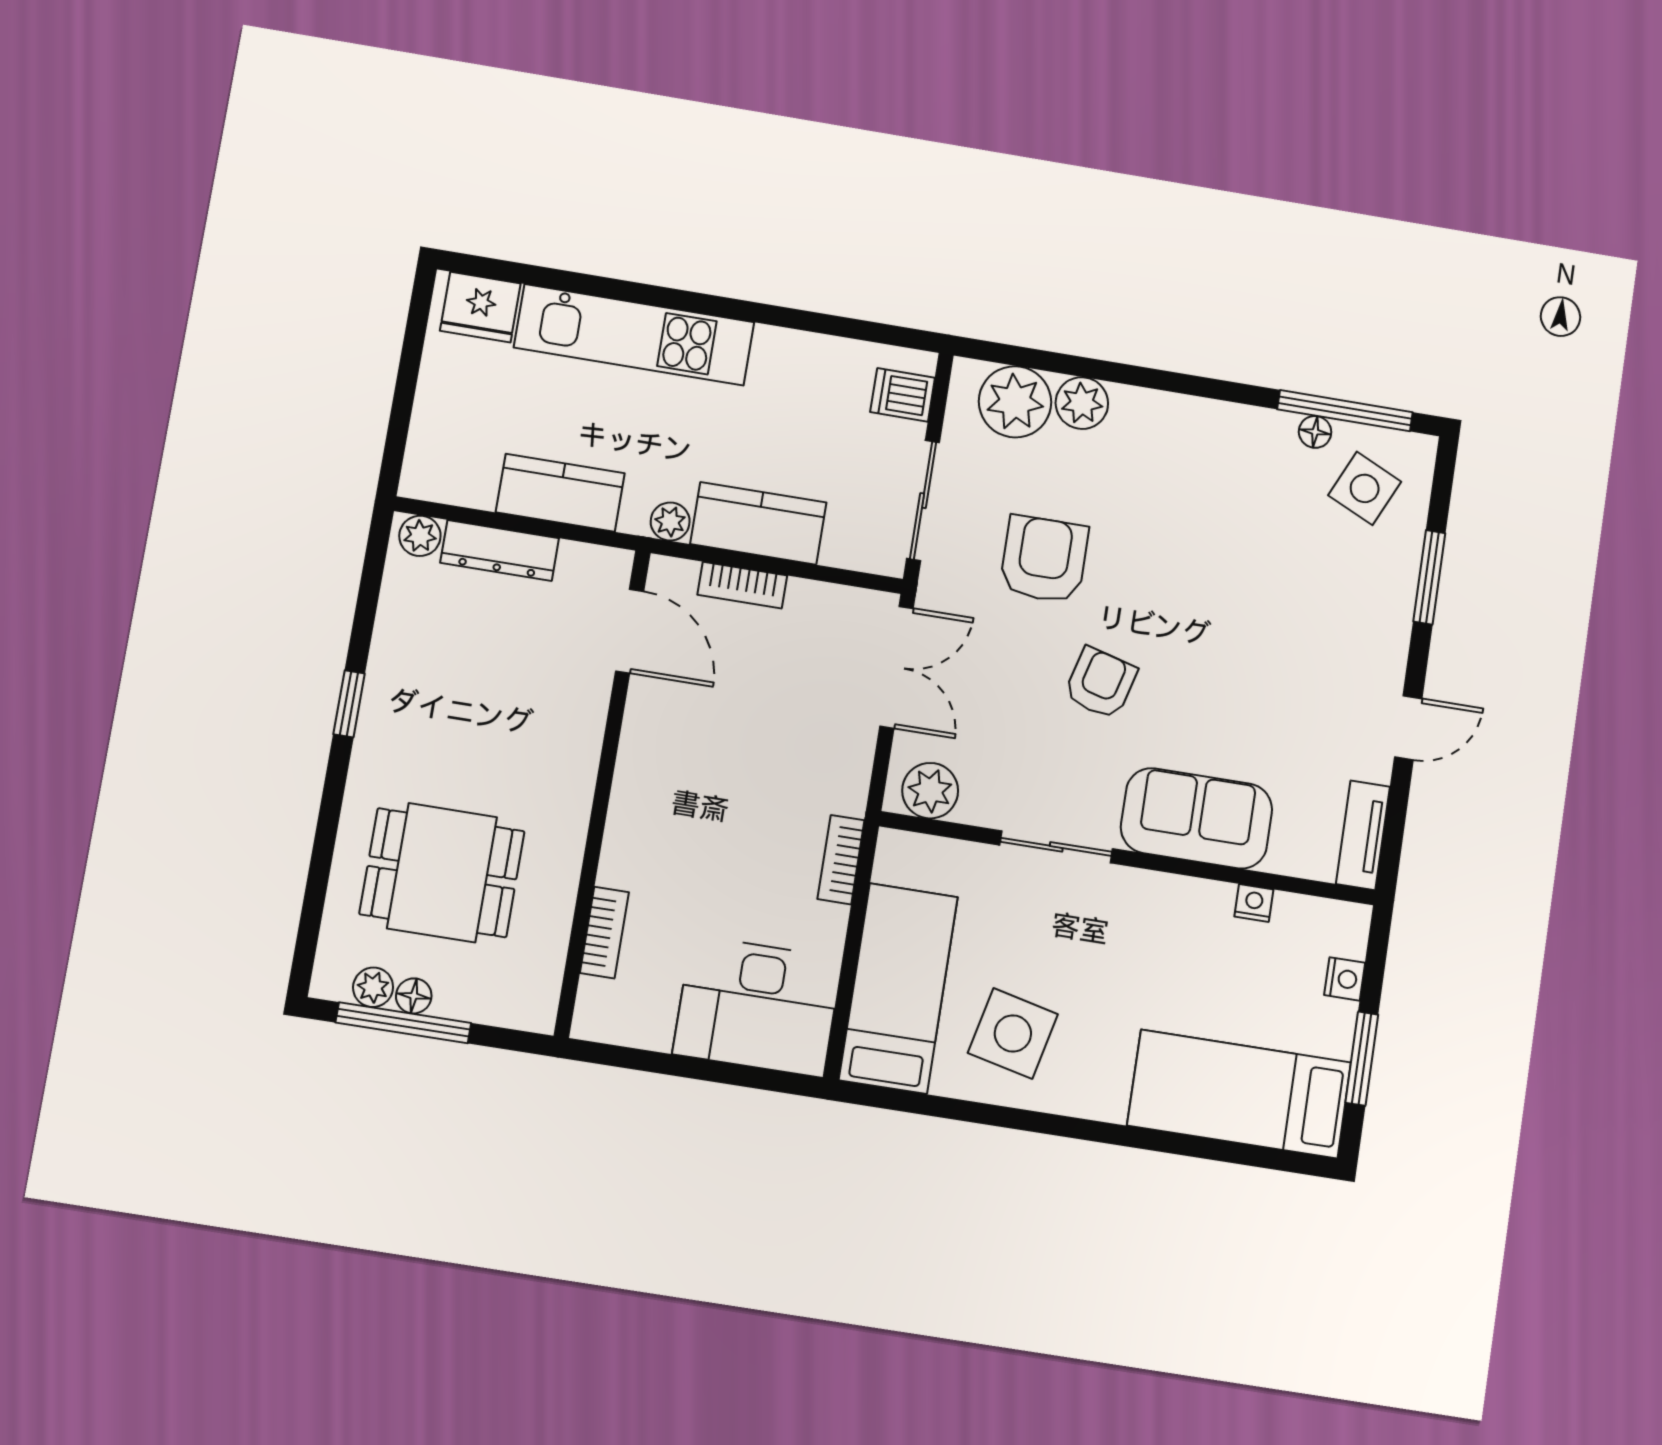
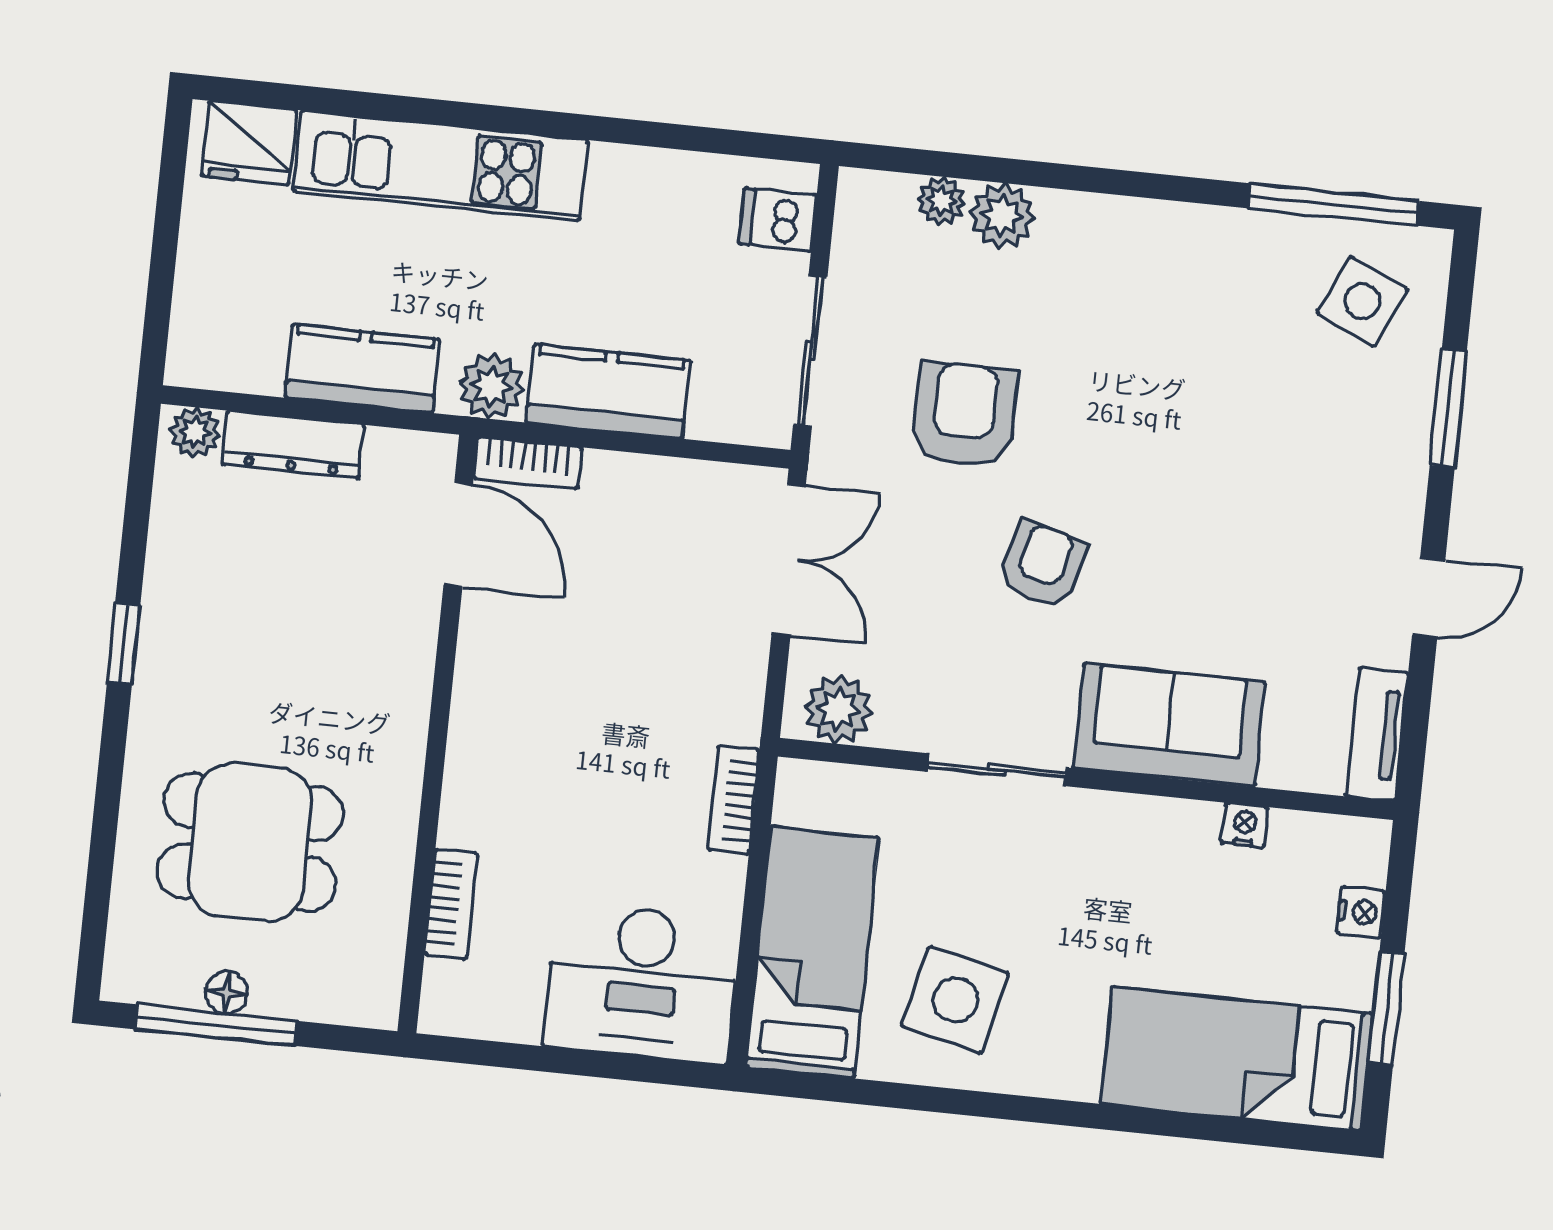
plant: (1015, 402) -> (942, 201), width x0.53, depth x0.53
floor lamp: (1315, 432) -> (1297, 234), removed
plant: (670, 522) -> (492, 386), width x1.38, depth x1.38
bookcase: (742, 585) -> (528, 463), moved
plant: (373, 987) -> (177, 985), removed

